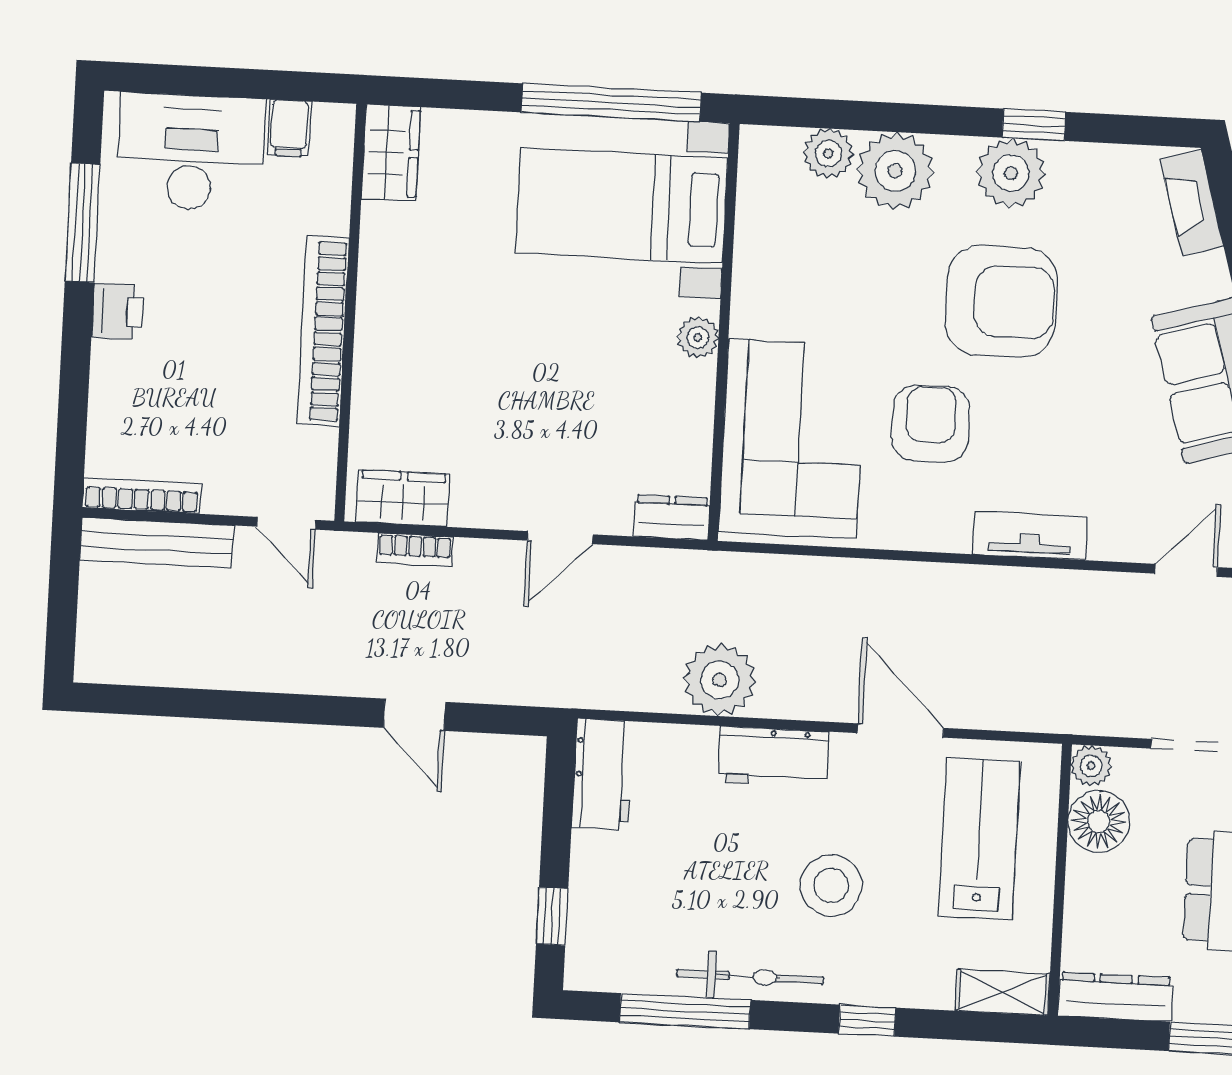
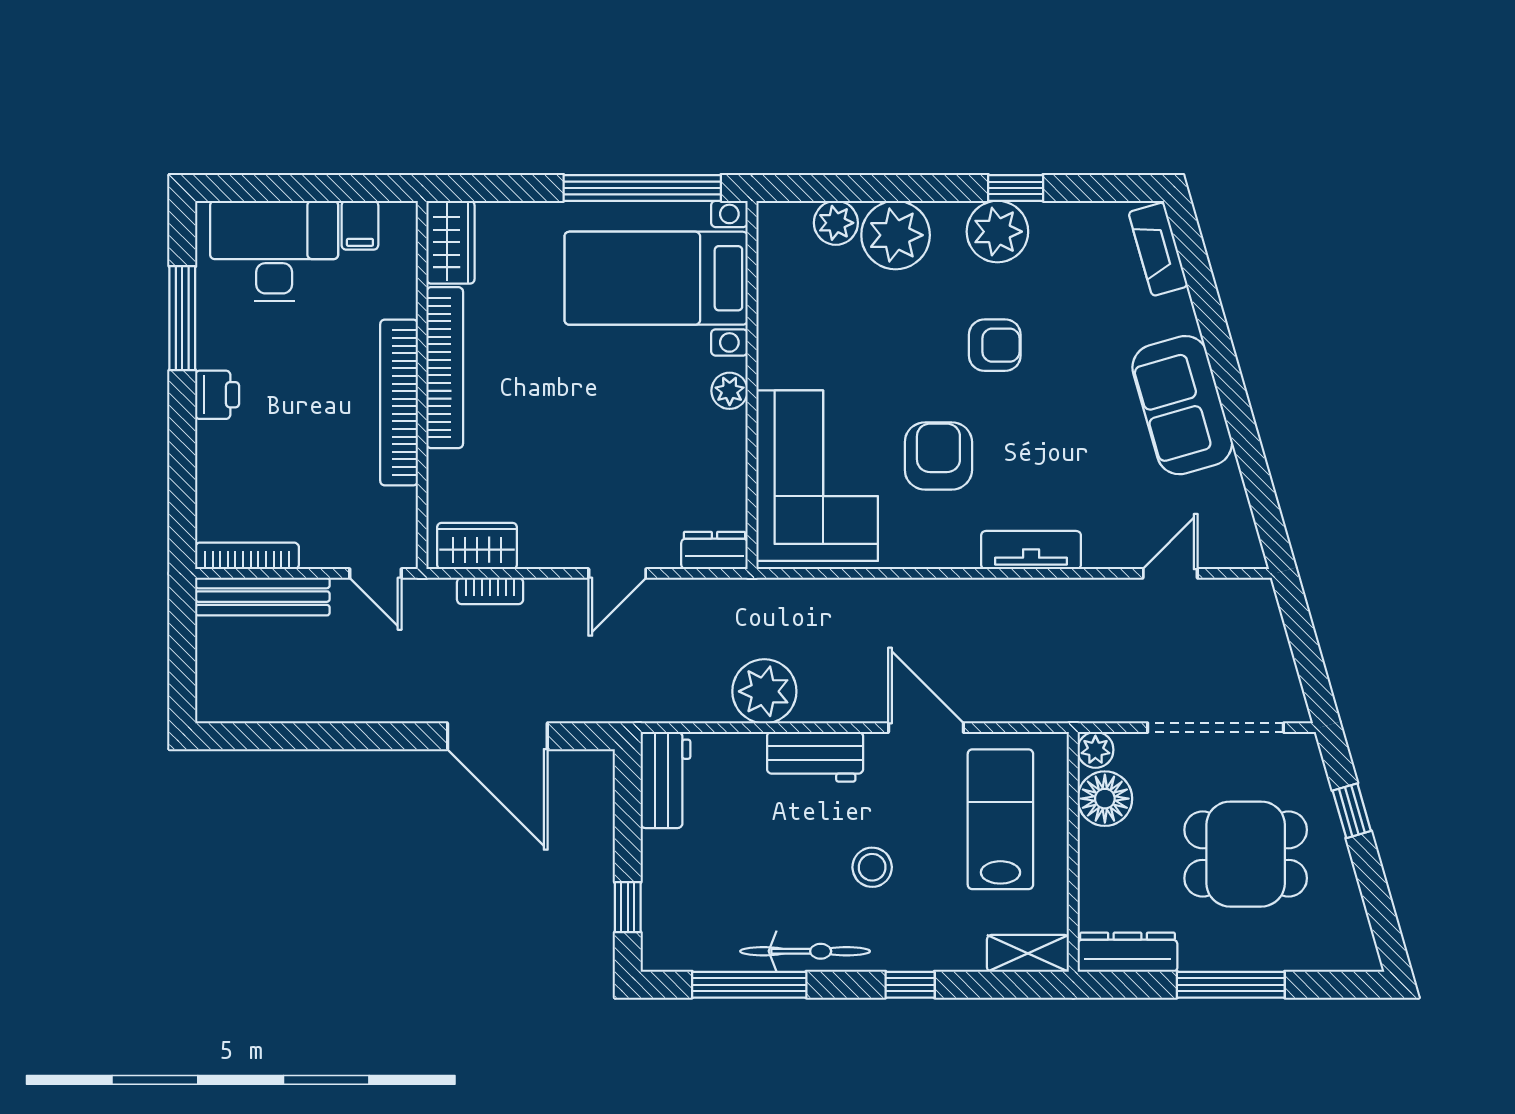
bookcase: (377, 294) -> (445, 368), added
armchair: (1001, 301) -> (995, 345), width x0.53, depth x0.53
door: (415, 715) -> (497, 736), width x1.88
stool: (831, 885) -> (872, 867), width x0.73, depth x0.73

